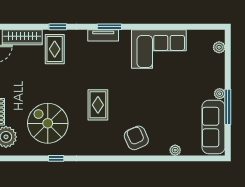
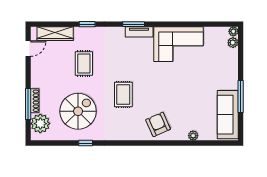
tv unit: (103, 35) -> (139, 32), moved
rug: (55, 49) -> (84, 64), moved
plant: (220, 94) -> (233, 31), moved
spiral stairs: (48, 123) -> (78, 111), turned 90

